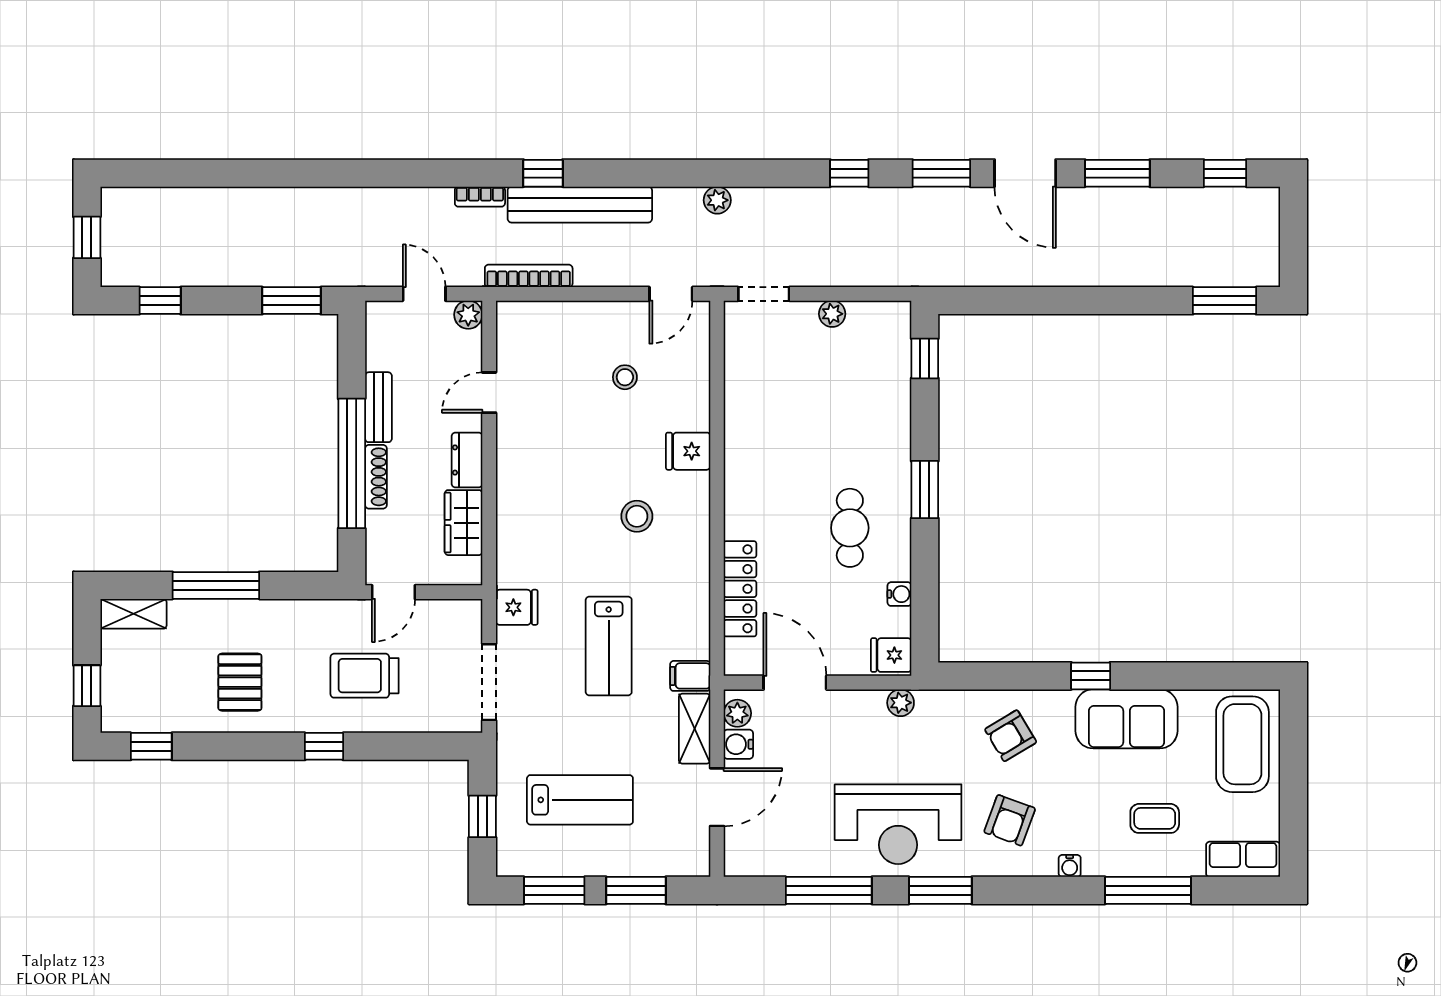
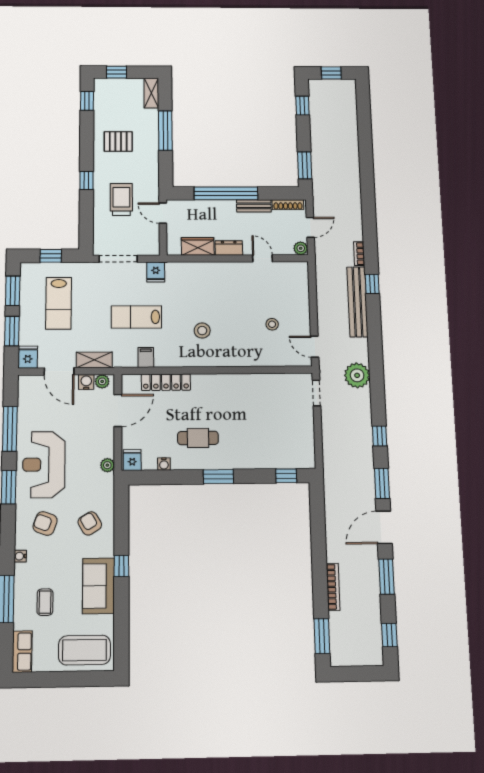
plant: (717, 200) -> (357, 375), width x1.87, depth x1.87
bookcase: (529, 276) -> (333, 587), moved
plant: (832, 314) -> (308, 428), removed
fridge: (688, 451) -> (28, 357), moved
shoe rack: (376, 477) -> (288, 205), moved
filing cabinet: (690, 676) -> (146, 357), moved

